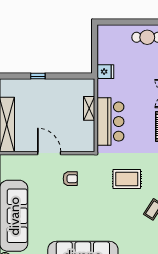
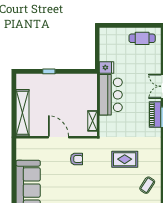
shelving: (89, 108) -> (93, 121), moved
bar counter: (110, 122) -> (111, 95), moved

